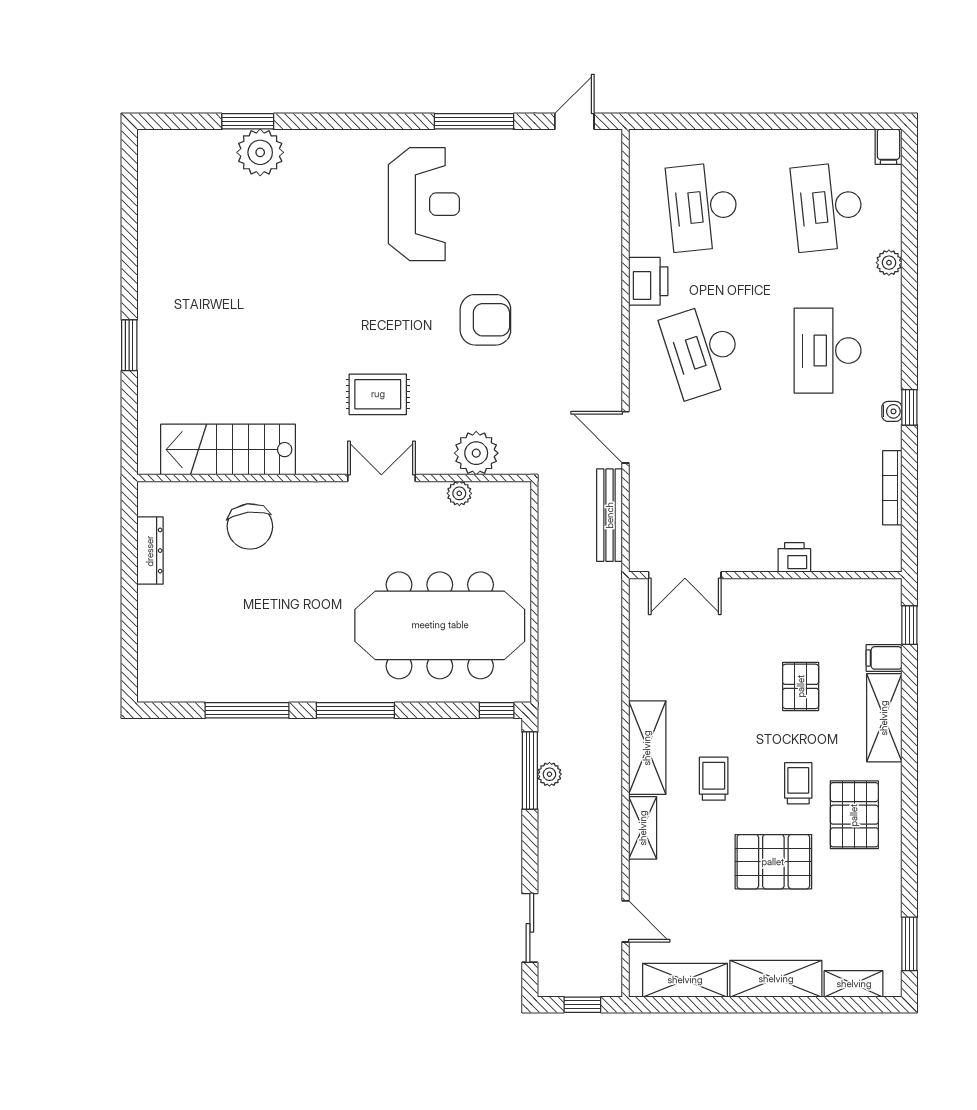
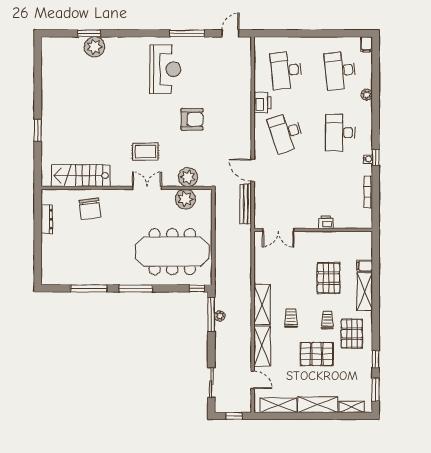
plant: (459, 493) -> (185, 199), width x1.88, depth x1.88
window: (909, 625) -> (376, 359), moved
pallet: (801, 686) -> (328, 278), width x1.50, depth x1.42
shelving: (643, 828) -> (262, 346), width x1.50, depth x1.33

